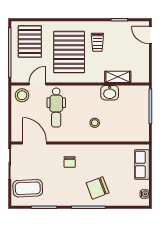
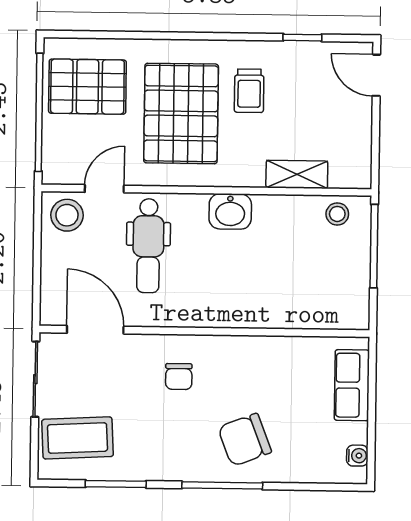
pallet: (30, 41) -> (87, 87), turned 90
washbasin: (110, 93) -> (230, 211), moved
stool: (95, 123) -> (337, 214), moved

